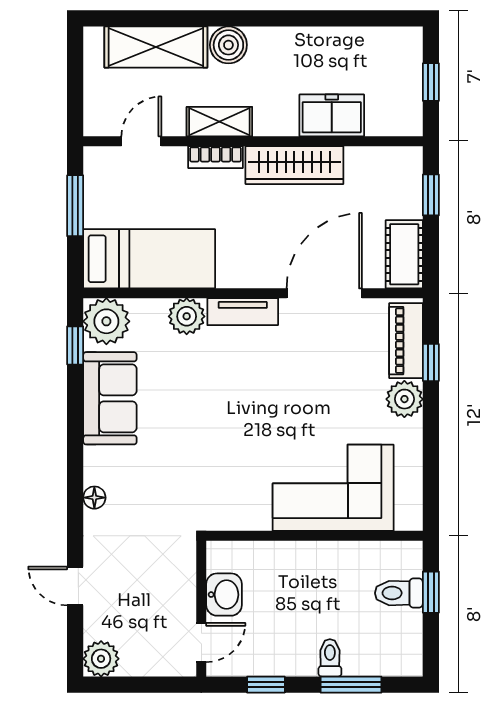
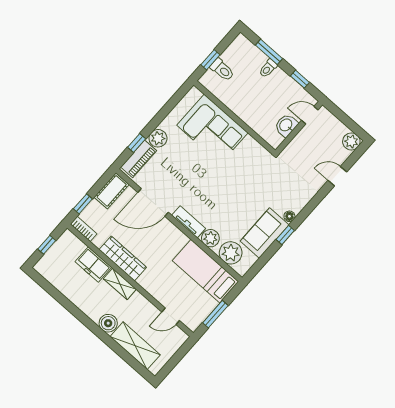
shelving: (219, 122) -> (120, 284), moved
bookcase: (215, 157) -> (84, 229), moved
plant: (106, 321) -> (231, 253), moved
window: (75, 345) -> (285, 235), moved
floor lamp: (94, 498) -> (289, 216), moved
door: (75, 586) -> (337, 176), swing flipped

